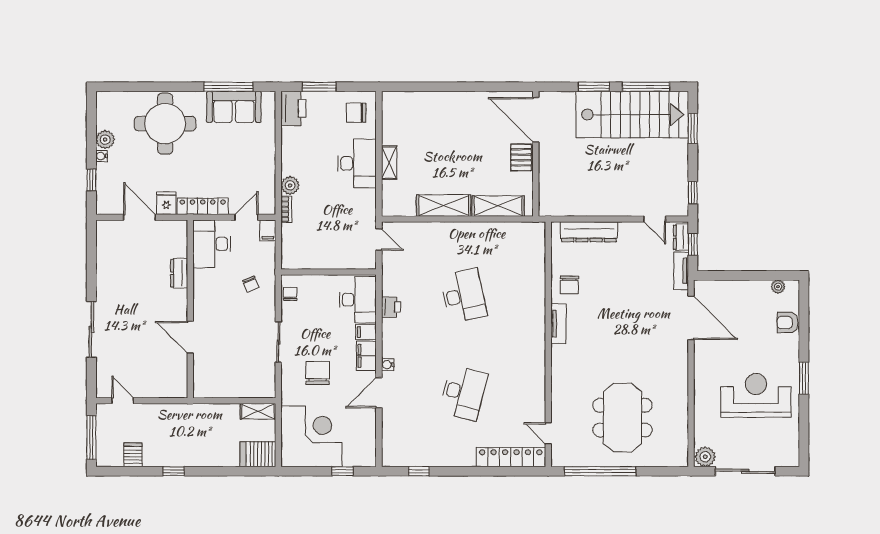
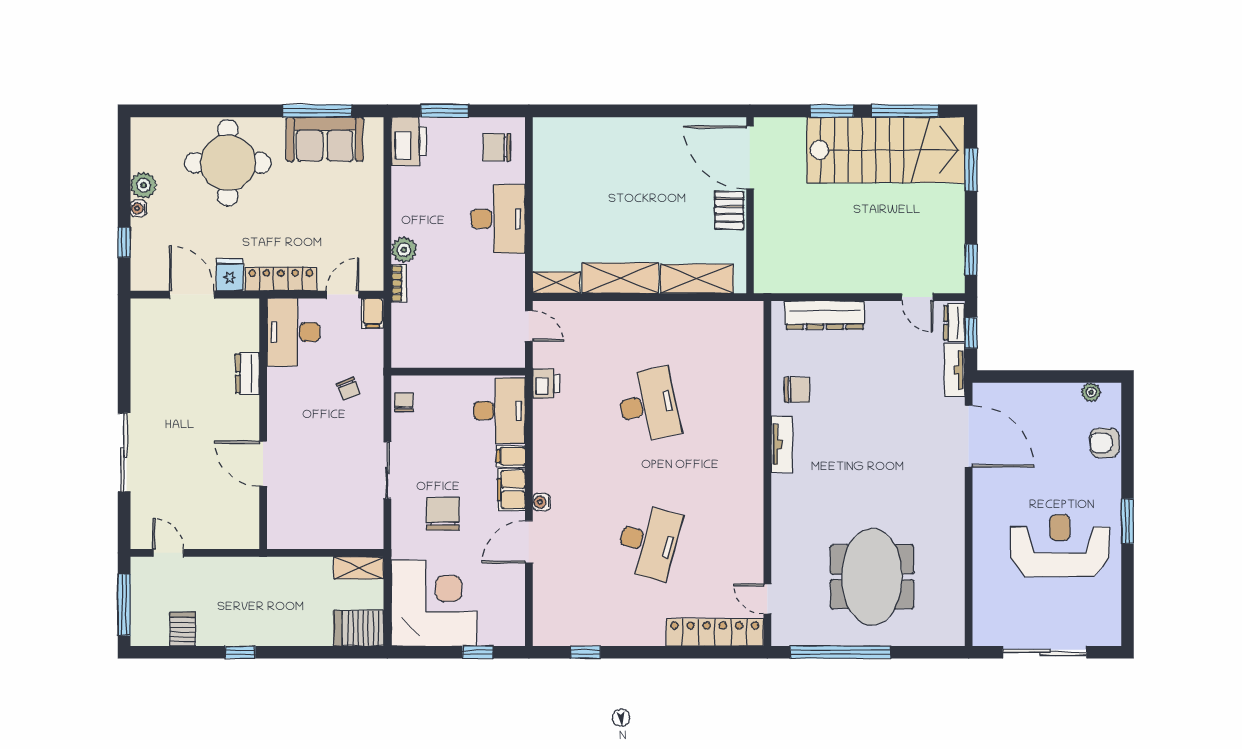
shelving: (389, 163) -> (556, 283), moved, turned 90
chair: (569, 285) -> (797, 390), turned -90
printer: (391, 307) -> (546, 383), moved
plant: (705, 457) -> (989, 632), removed

